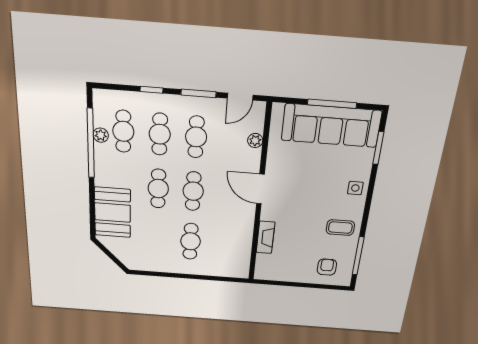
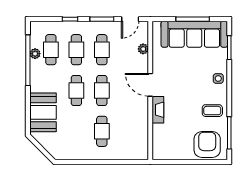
fireplace: (266, 237) -> (158, 110), moved
armchair: (327, 267) -> (207, 145), width x1.88, depth x1.88

